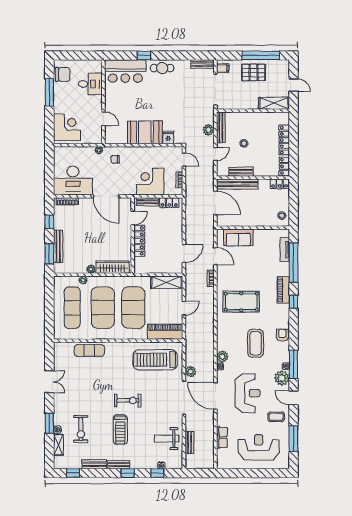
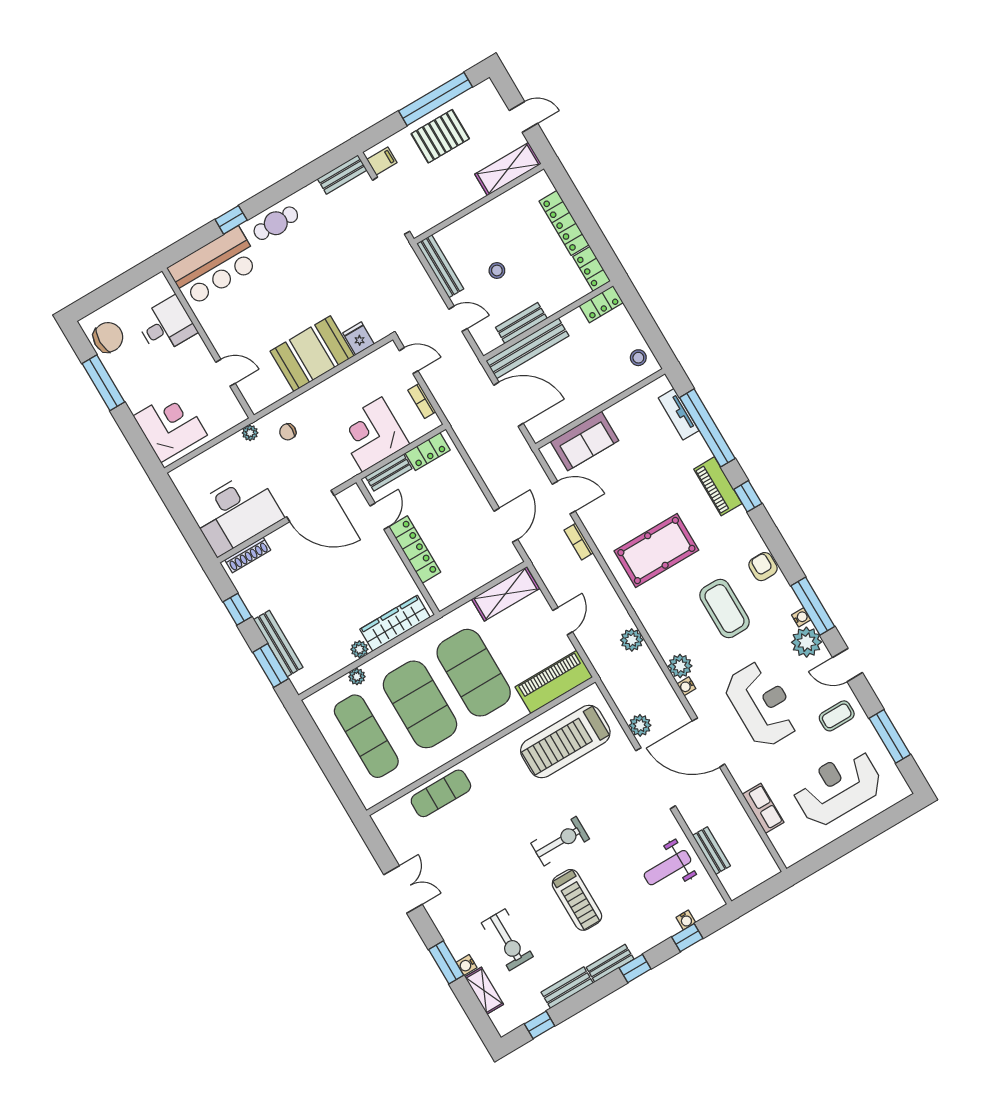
plant: (208, 130) -> (632, 640), moved
door: (215, 154) -> (458, 319), hinge flipped

